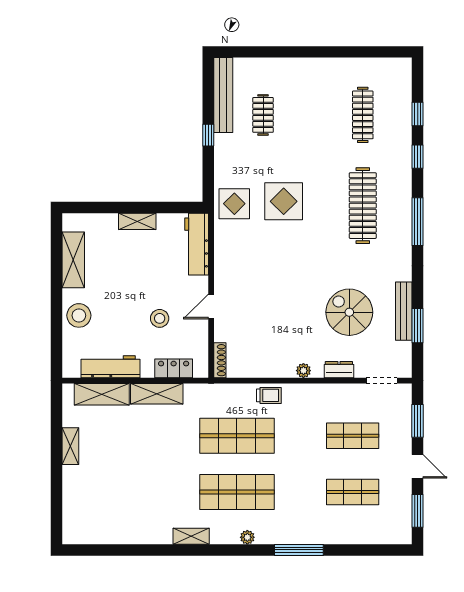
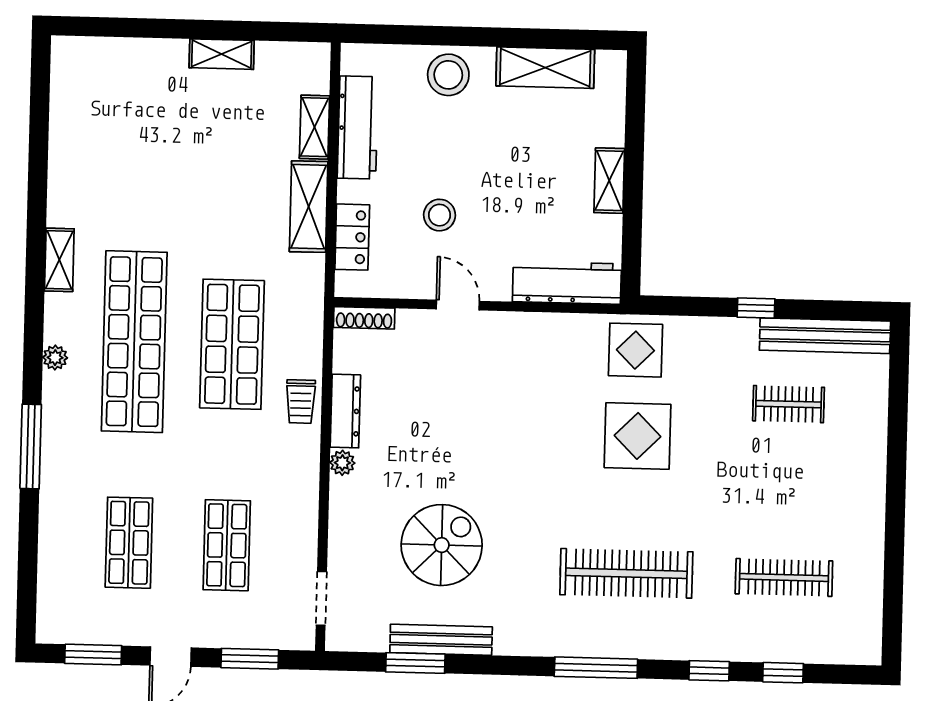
dresser: (339, 370) -> (345, 411), moved, width x1.44
shelving: (102, 394) -> (315, 127), width x0.67, depth x0.75
shop shelf: (237, 492) -> (134, 342), width x1.40

